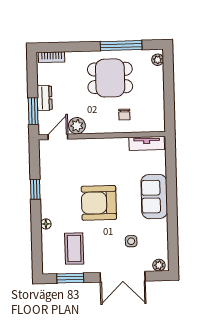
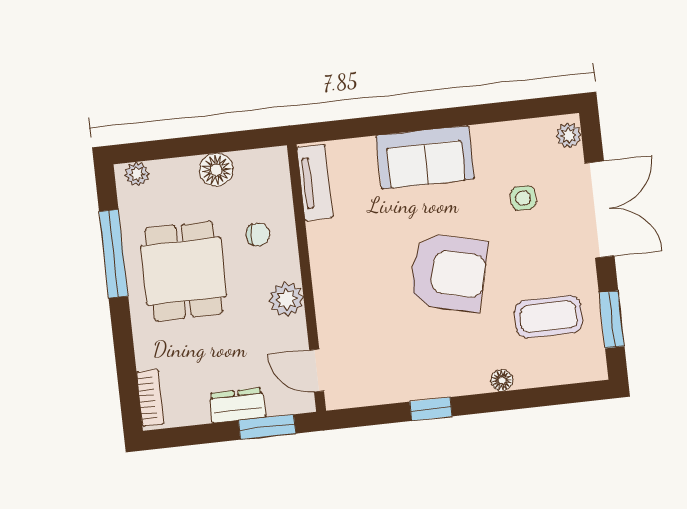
floor lamp: (157, 97) -> (216, 170), added
plant: (77, 126) -> (286, 299), moved
armchair: (99, 203) -> (448, 273), turned -76

